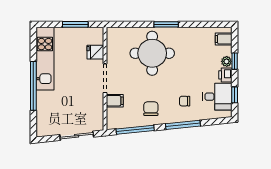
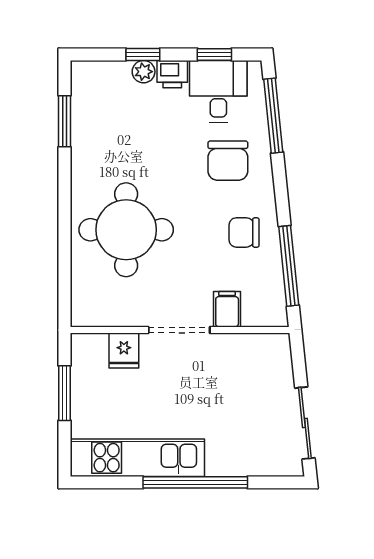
window: (166, 24) -> (65, 121), moved
filing cabinet: (224, 39) -> (96, 78), removed
chair: (185, 101) -> (228, 161), width x1.87, depth x1.87
window: (183, 125) -> (273, 116), moved
sliding door: (77, 136) -> (305, 423), moved

